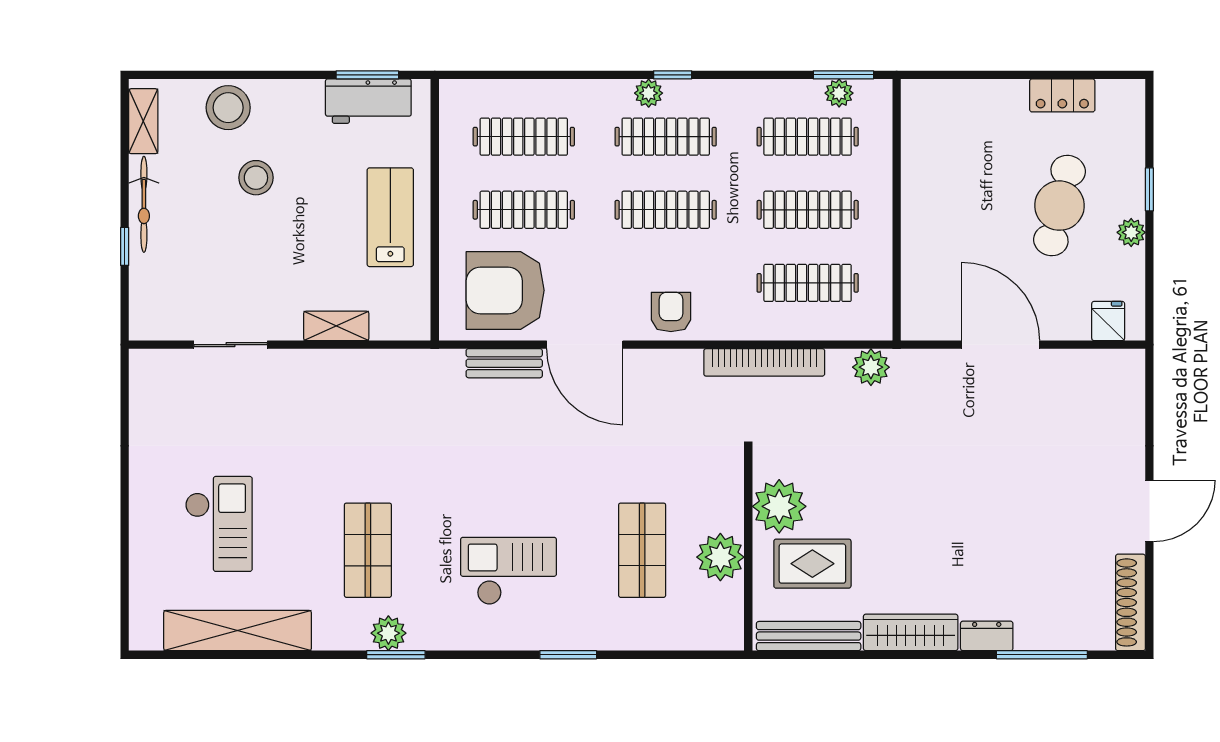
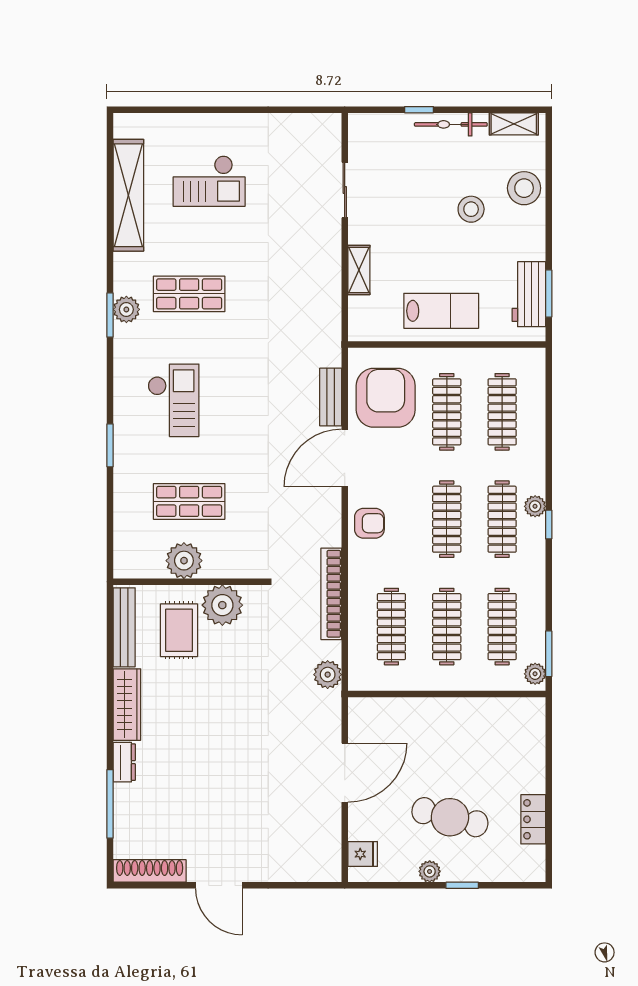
plant: (839, 93) -> (535, 674), moved

